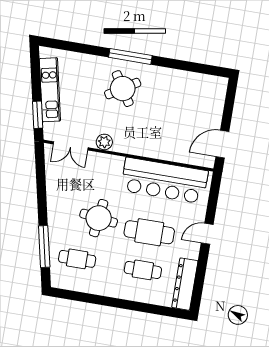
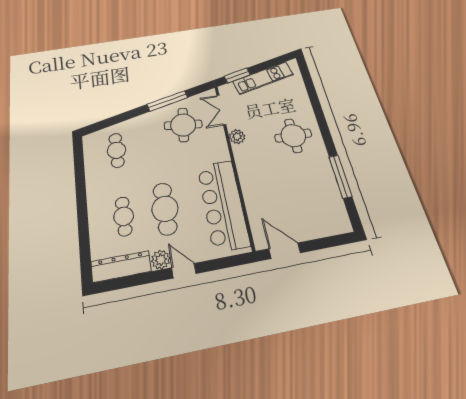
window: (130, 56) -> (340, 176), moved
round table: (123, 89) -> (293, 136), turned 32
round table: (99, 218) -> (183, 125), moved
window: (44, 247) -> (167, 101), moved
plant: (191, 250) -> (161, 260), added

